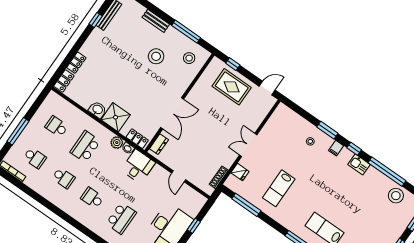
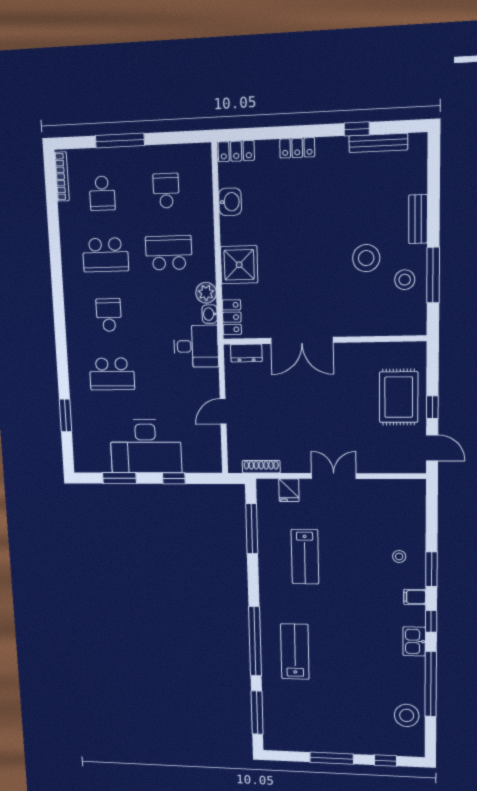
stool: (189, 58) -> (405, 280), moved
locker: (76, 63) -> (297, 148), moved
window: (233, 64) -> (432, 407), moved
washbasin: (97, 110) -> (230, 202), moved
school desk: (64, 178) -> (106, 255), width x1.85
lab bench: (279, 188) -> (305, 557), turned -90

